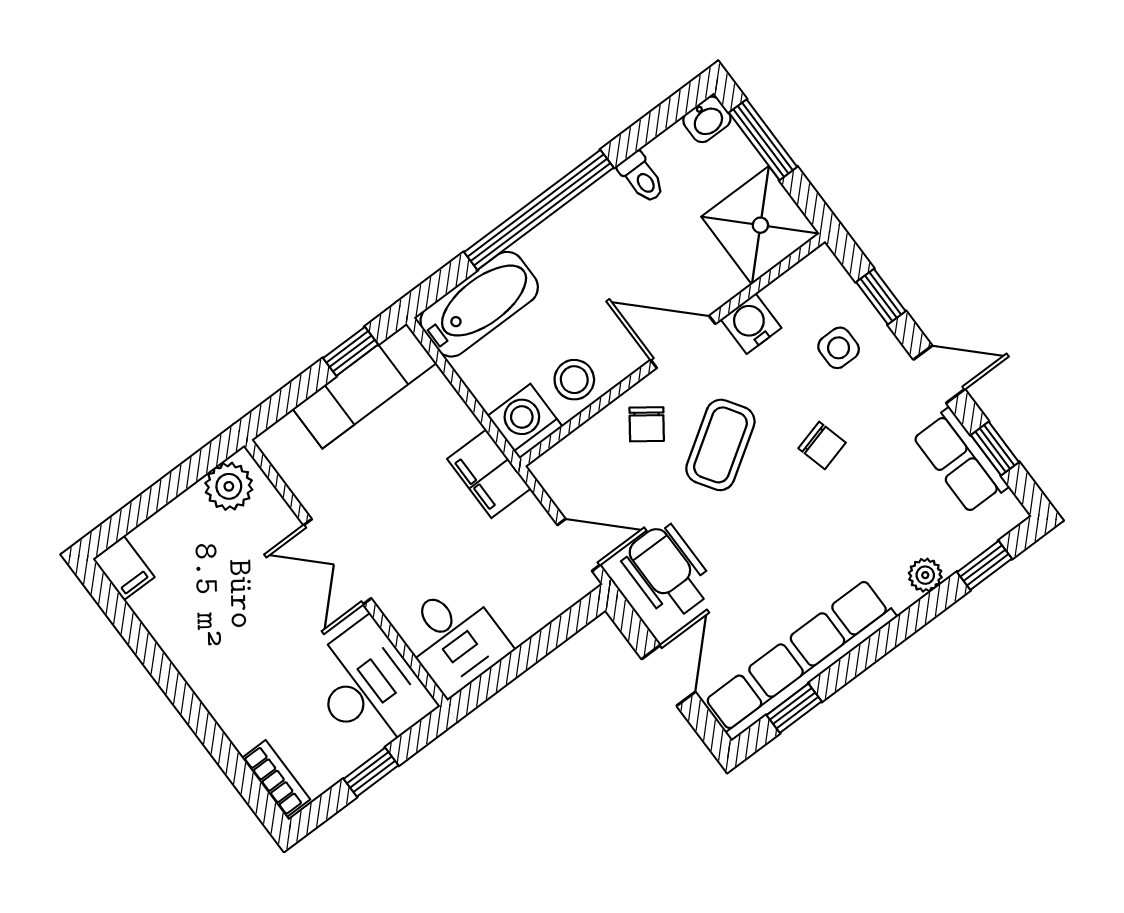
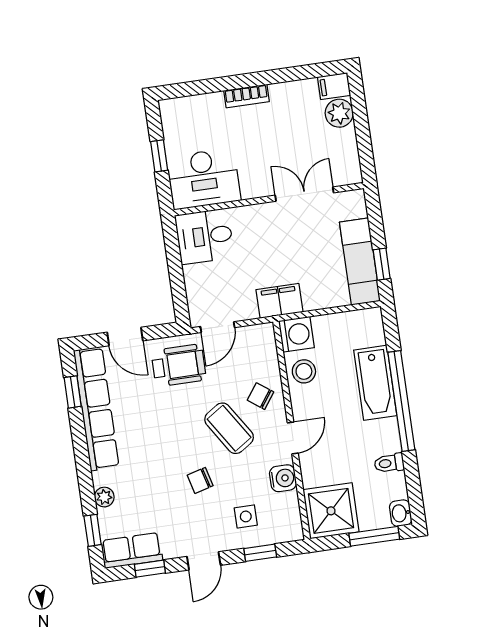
bathtub: (479, 304) -> (375, 383), moved
door: (683, 342) -> (293, 438), width x0.73
row of seats: (960, 461) -> (132, 550), moved
plant: (229, 486) -> (339, 113), moved
double door: (337, 562) -> (304, 194), moved
bookcase: (276, 779) -> (246, 96), moved

